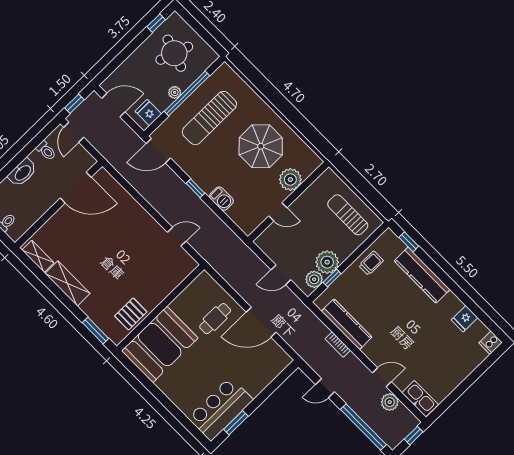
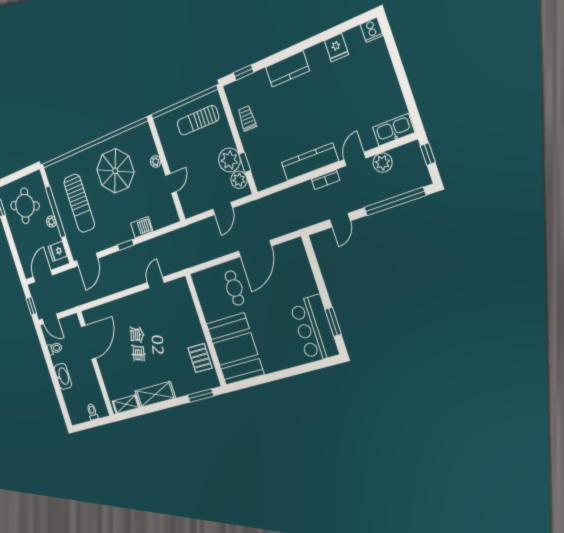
plant: (290, 179) -> (156, 162), width x0.53, depth x0.53
kitchen counter: (422, 275) -> (287, 69), width x0.67
kitchen counter: (347, 324) -> (310, 162), moved
bookcase: (338, 345) -> (325, 180), moved

